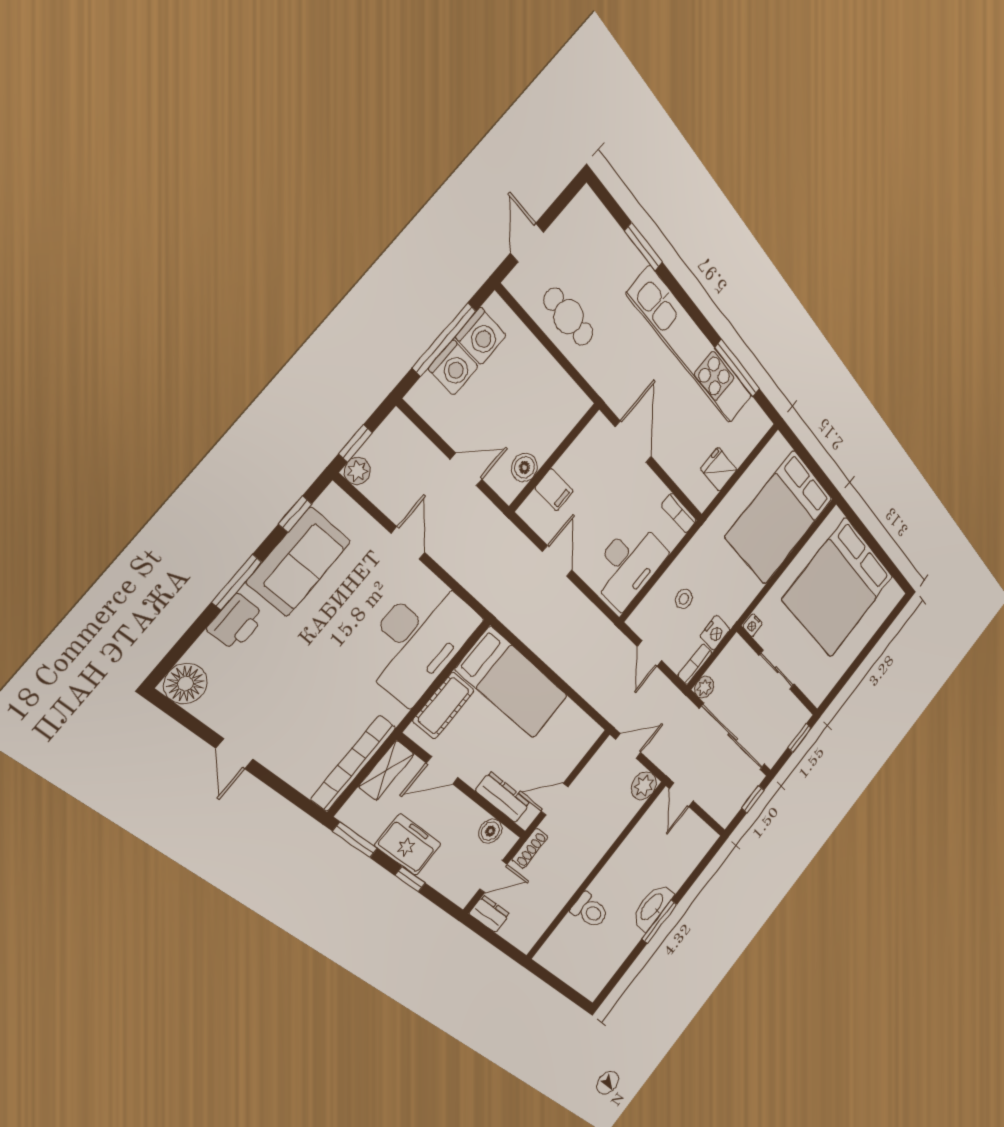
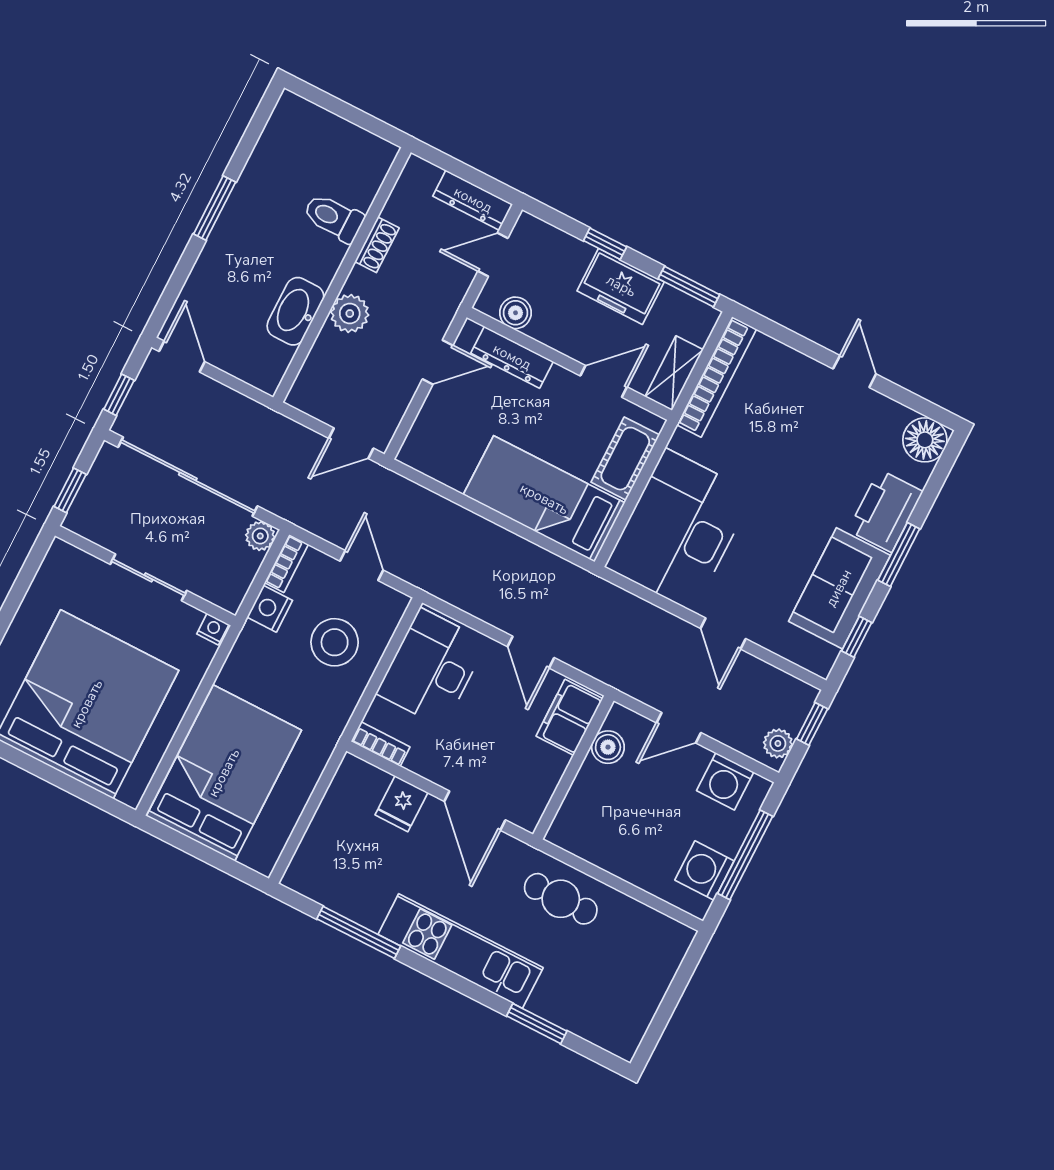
door: (527, 243) -> (681, 980), removed
cafe table: (568, 317) -> (561, 899), moved
kitchen unit: (691, 346) -> (461, 951), width x0.73
washing machine: (453, 368) -> (725, 781), moved, turned -90
fridge: (719, 469) -> (401, 804), moved, turned 90
plant: (357, 471) -> (778, 743), moved
filing cabinet: (554, 490) -> (569, 717), width x2.00
stool: (684, 599) -> (335, 642), width x1.89, depth x1.89
printer: (236, 622) -> (885, 511), width x1.37, depth x1.19
plant: (644, 786) -> (350, 313), moved
door: (681, 795) -> (182, 357), moved
shoe rack: (530, 848) -> (377, 245), moved, turned 180
washbasin: (652, 907) -> (295, 311), moved, turned 180
dresser: (489, 914) -> (473, 200), width x1.44

